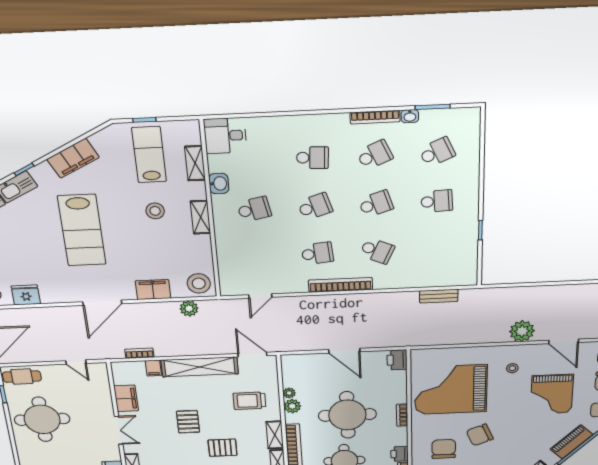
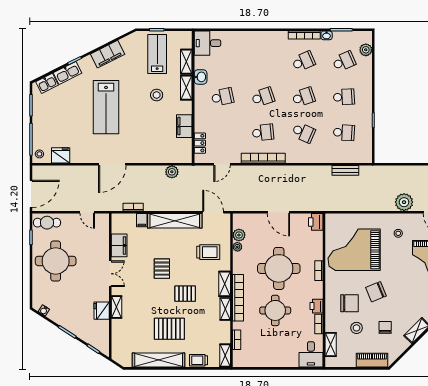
plant: (471, 134) -> (366, 50), added
school desk: (312, 158) -> (344, 133), moved
shelving: (201, 217) -> (186, 88), moved
locker: (226, 271) -> (200, 143), added
stool: (199, 283) -> (180, 152), removed
bookcase: (340, 285) -> (263, 158), moved
filing cabinet: (153, 290) -> (184, 126), moved, turned -90
trolley: (249, 401) -> (208, 252), turned 180
plant: (292, 406) -> (239, 235), moved
chair: (444, 449) -> (349, 303), turned 90

